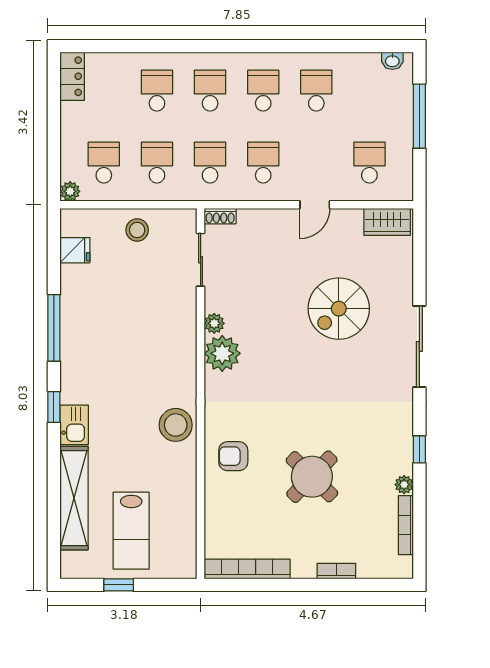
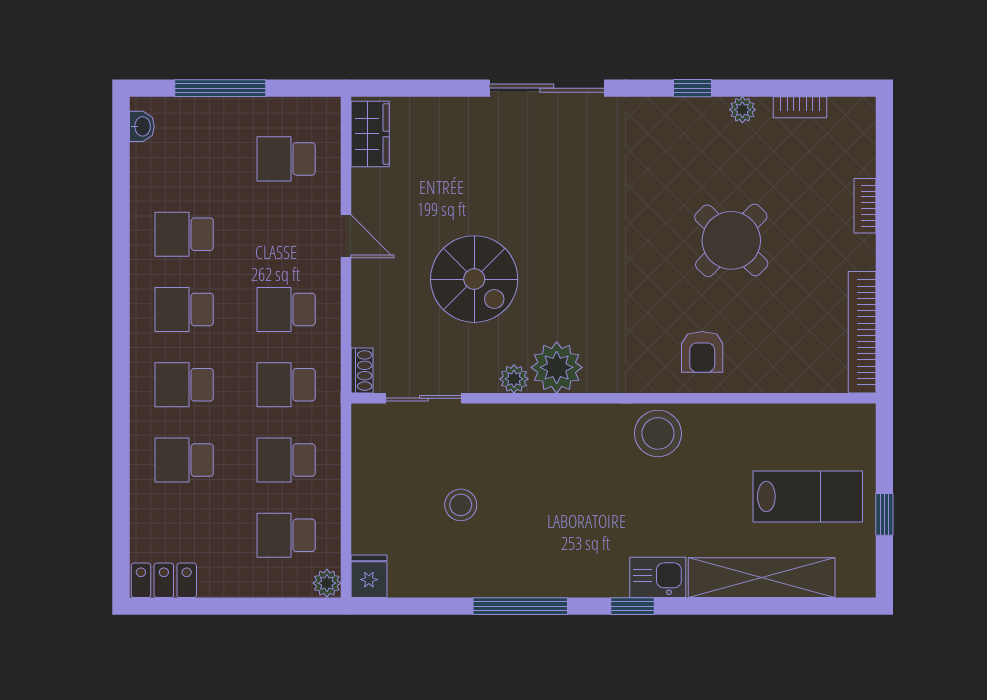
stool: (137, 230) -> (461, 505), moved
fridge: (75, 250) -> (369, 576), moved
spiral stairs: (339, 309) -> (474, 279), moved
bookcase: (406, 525) -> (800, 107), width x0.64

